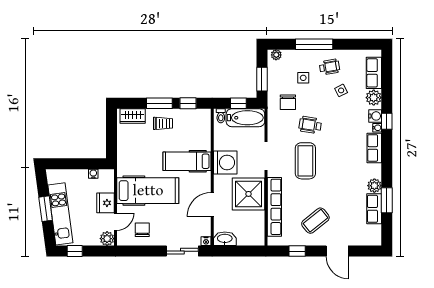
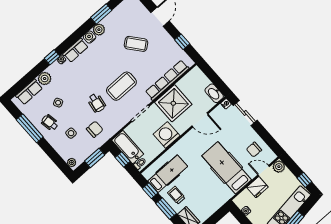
window: (314, 44) -> (30, 128), moved
water cooler: (375, 116) -> (90, 37), moved
hospital bed: (187, 161) -> (168, 174), moved, turned -90
row of seats: (374, 209) -> (113, 17), removed
coffee table: (315, 221) -> (136, 44), moved

